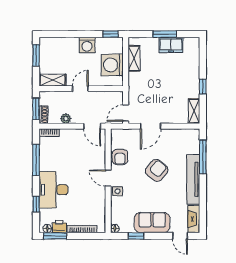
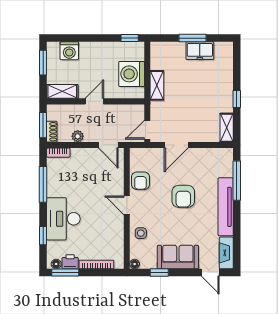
washing machine: (87, 45) -> (69, 51), moved
shelving: (134, 58) -> (157, 85), moved
armchair: (157, 170) -> (183, 196), turned 141
side table: (118, 191) -> (141, 233), moved

